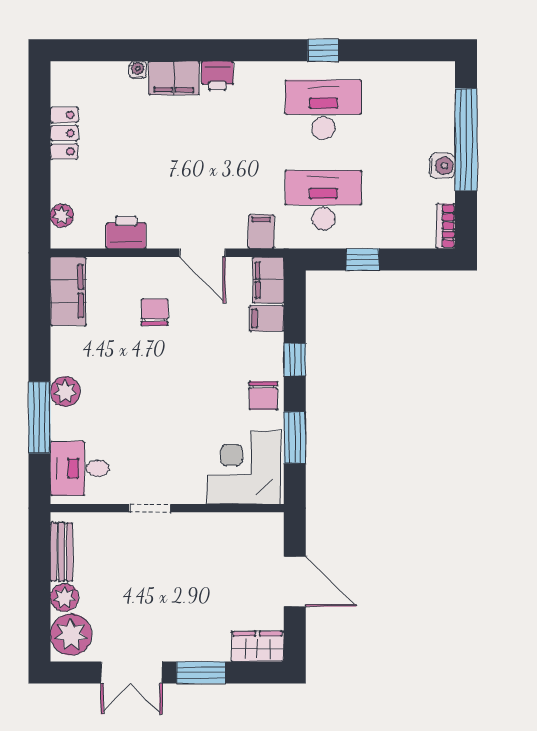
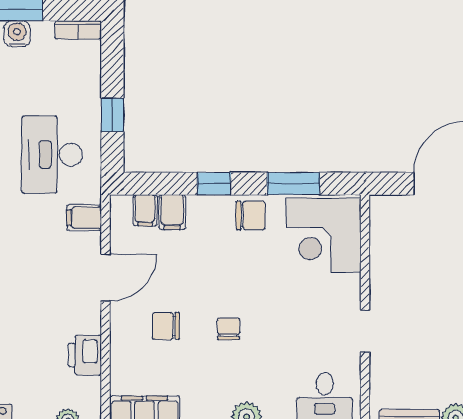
filing cabinet: (268, 280) -> (145, 210), width x0.50
chair: (152, 374) -> (229, 329), added

